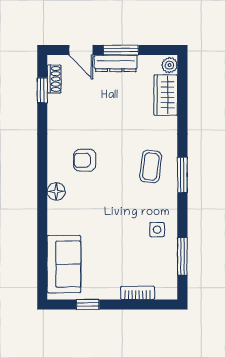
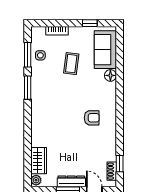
coffee table: (151, 167) -> (71, 64), moved
window: (182, 175) -> (28, 88), moved
floor lamp: (56, 191) -> (110, 75), moved
side table: (157, 230) -> (40, 55), moved

